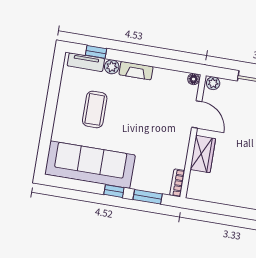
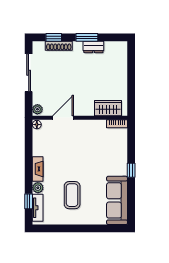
coffee table: (95, 109) -> (72, 195), turned 90
wardrobe: (203, 154) -> (108, 108), moved
sofa: (90, 165) -> (117, 200), width x0.74, depth x0.79
window: (148, 197) -> (131, 144), removed

